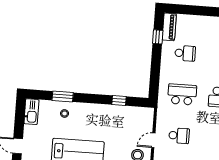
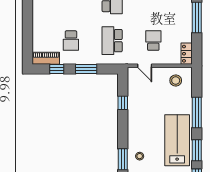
school desk: (185, 53) -> (71, 41), turned 180
window: (156, 66) -> (86, 69), added
door: (153, 140) -> (145, 66), moved

